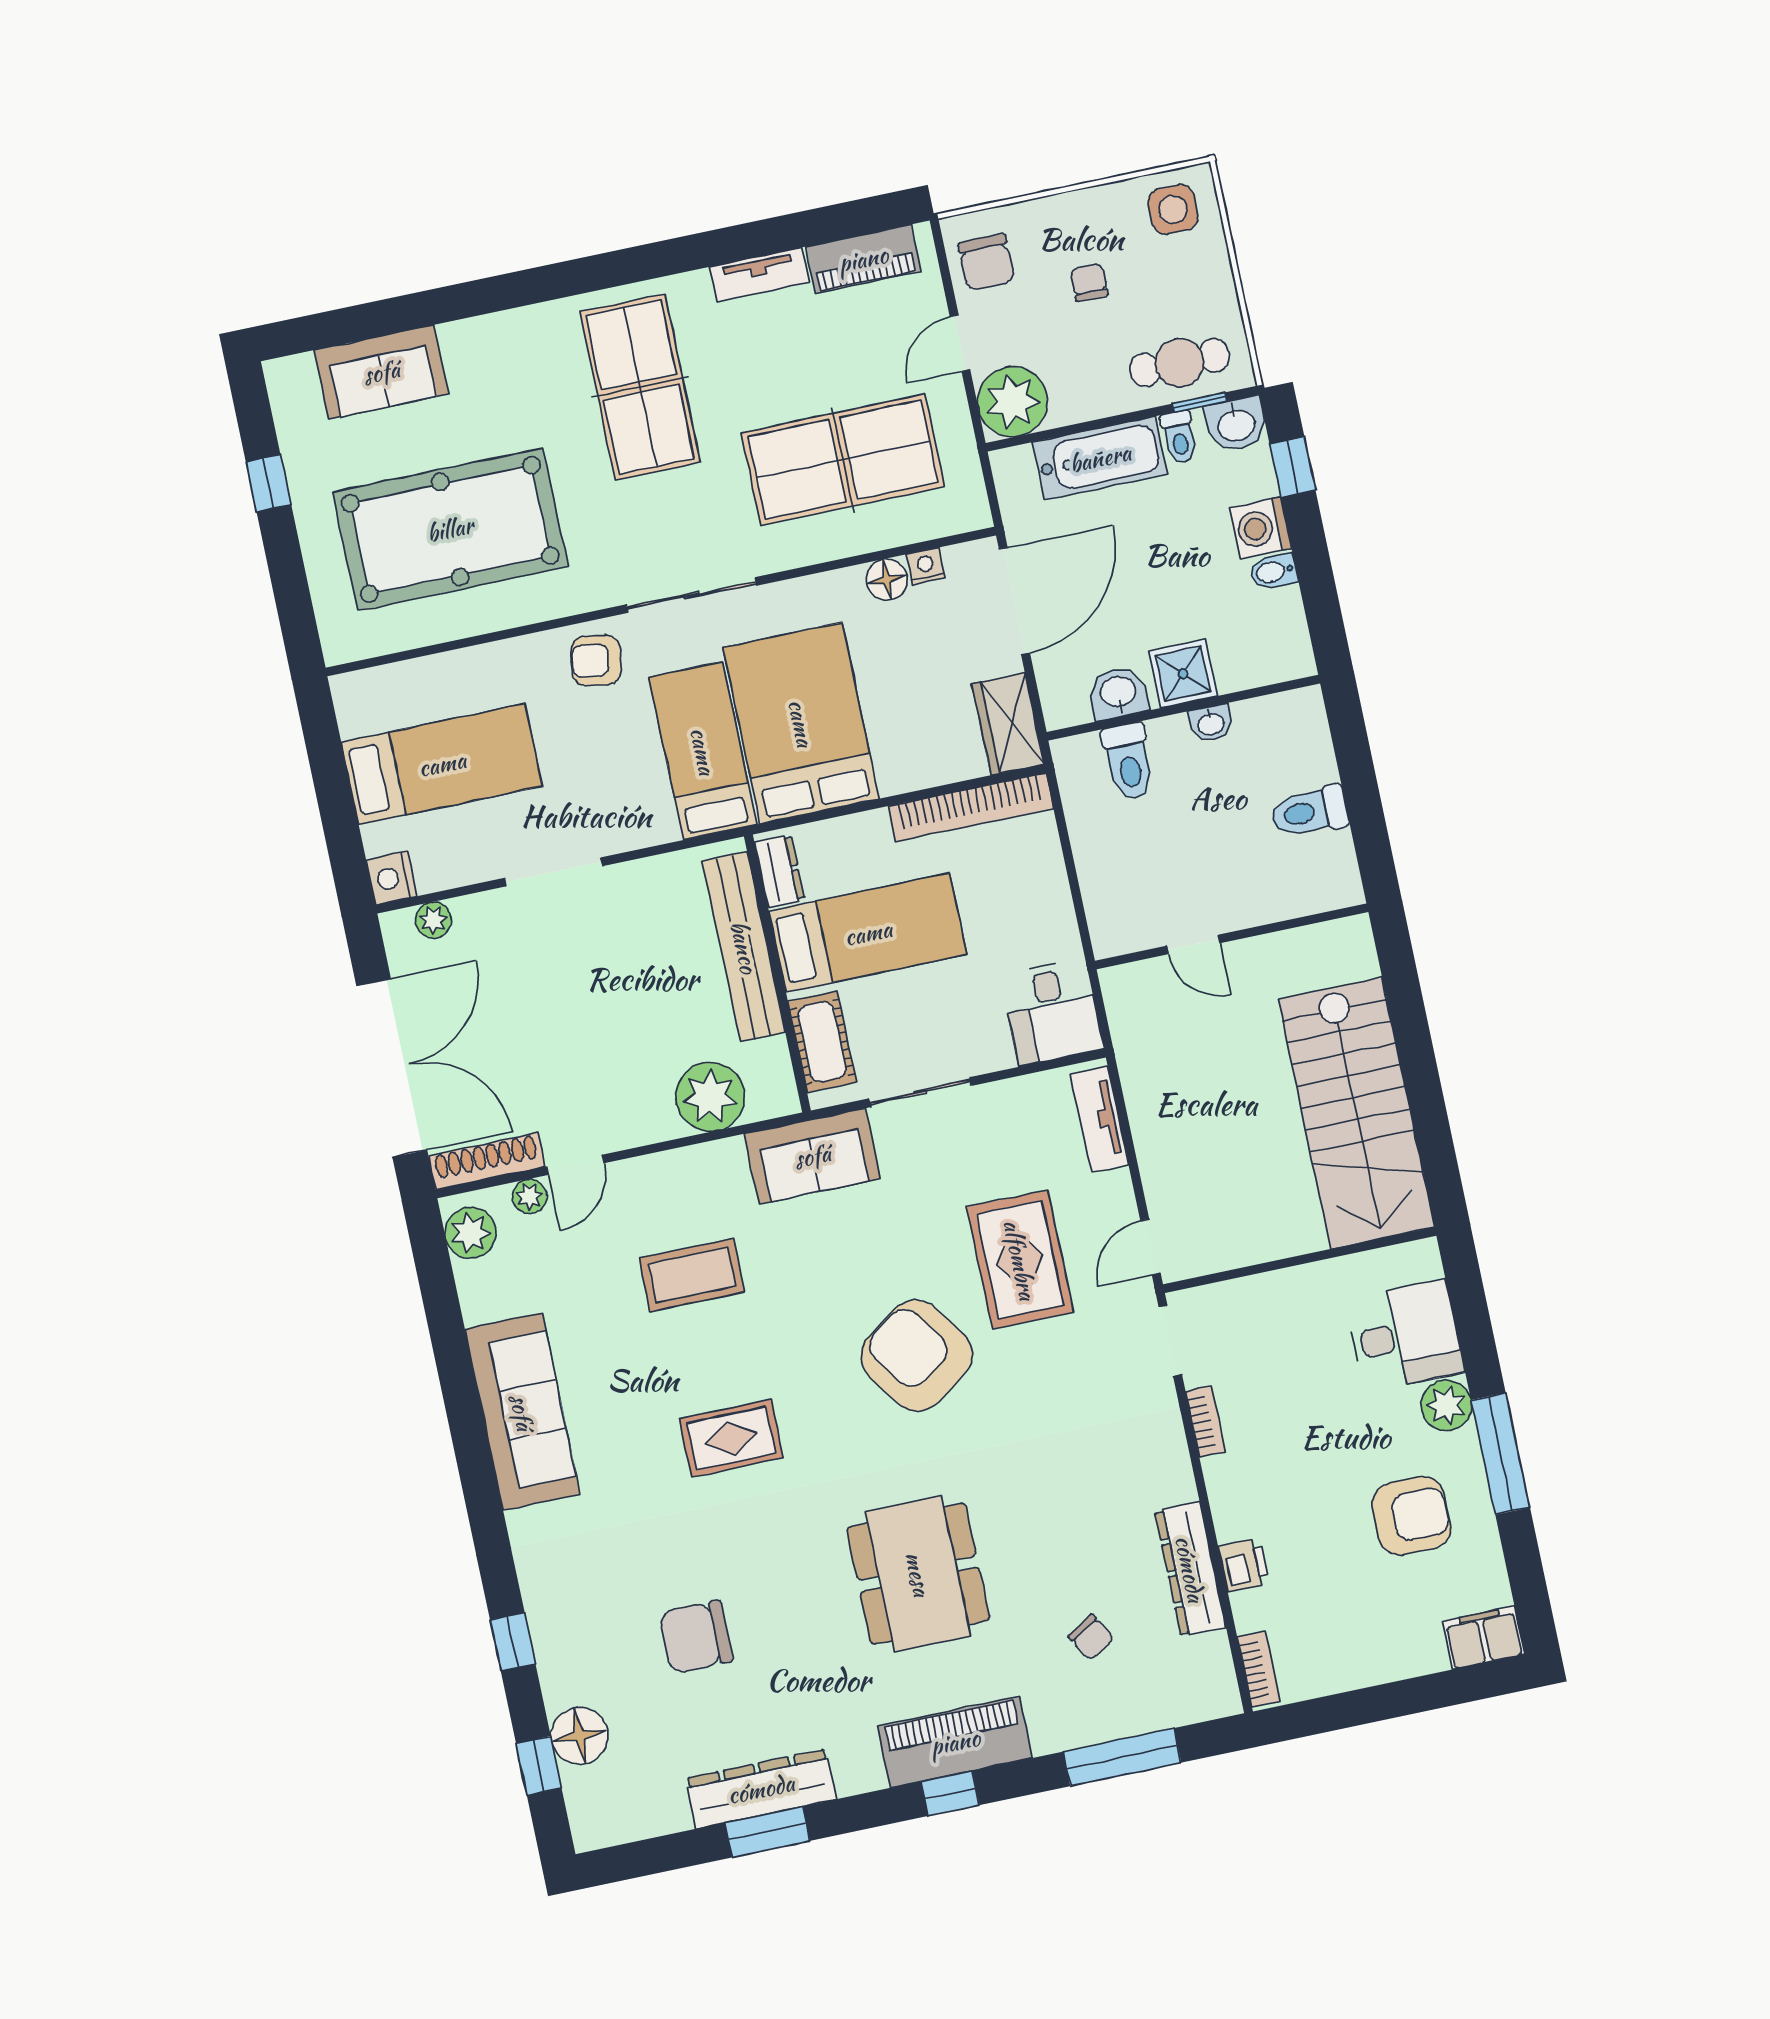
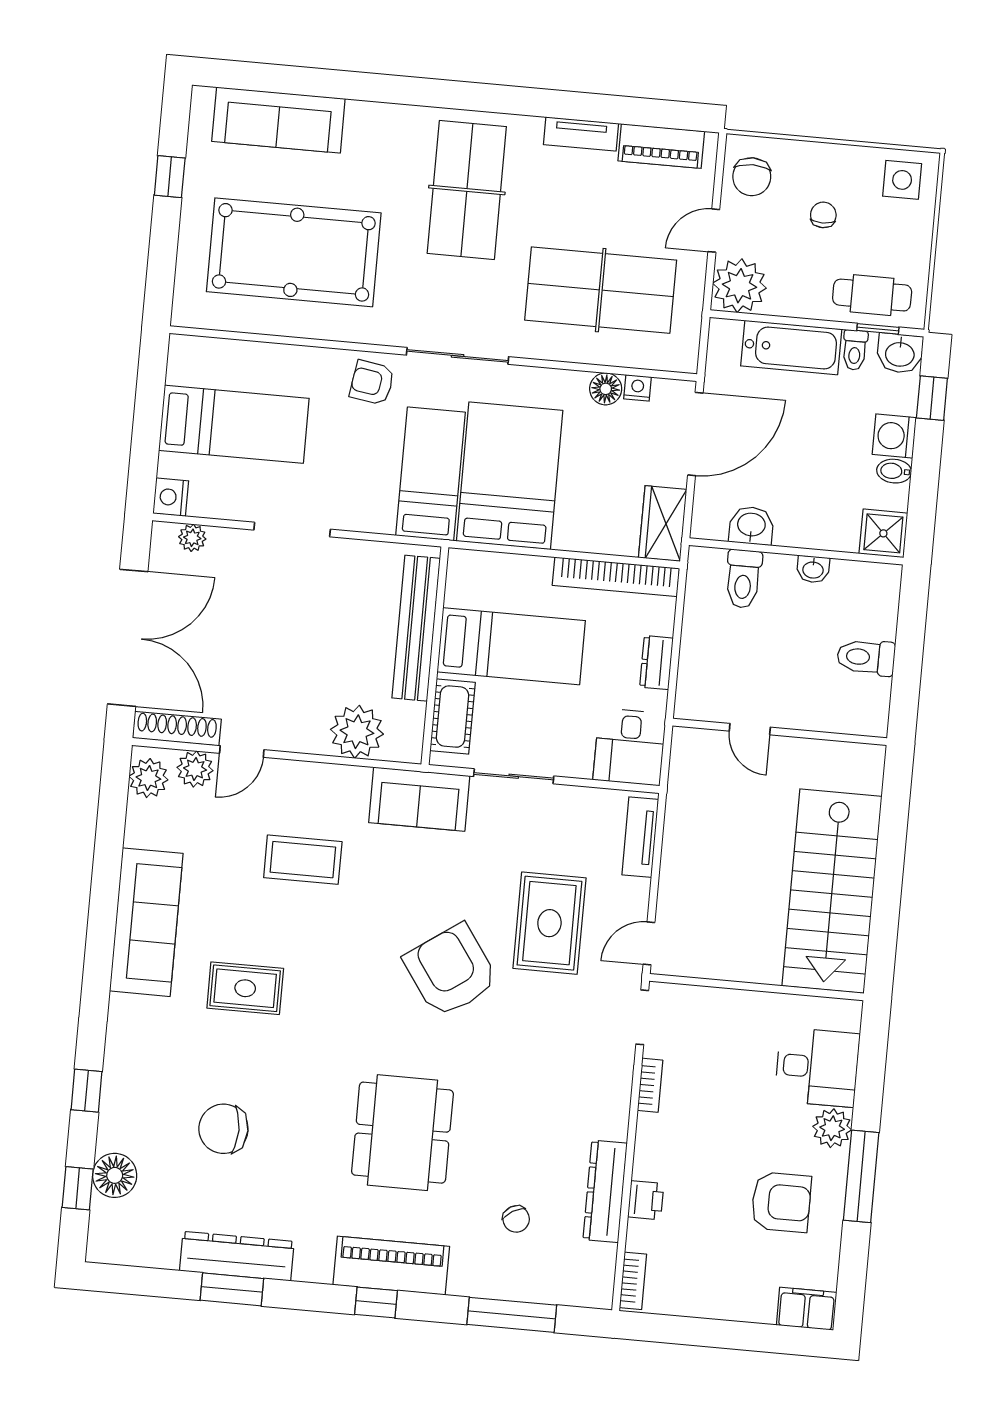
sofa: (381, 372) -> (278, 120), width x1.36
shower: (1183, 674) -> (883, 533), moved
dresser: (780, 871) -> (656, 663), moved, turned 180
plant: (529, 1196) -> (195, 769), width x1.38, depth x1.38
rug: (731, 1438) -> (245, 988), moved

